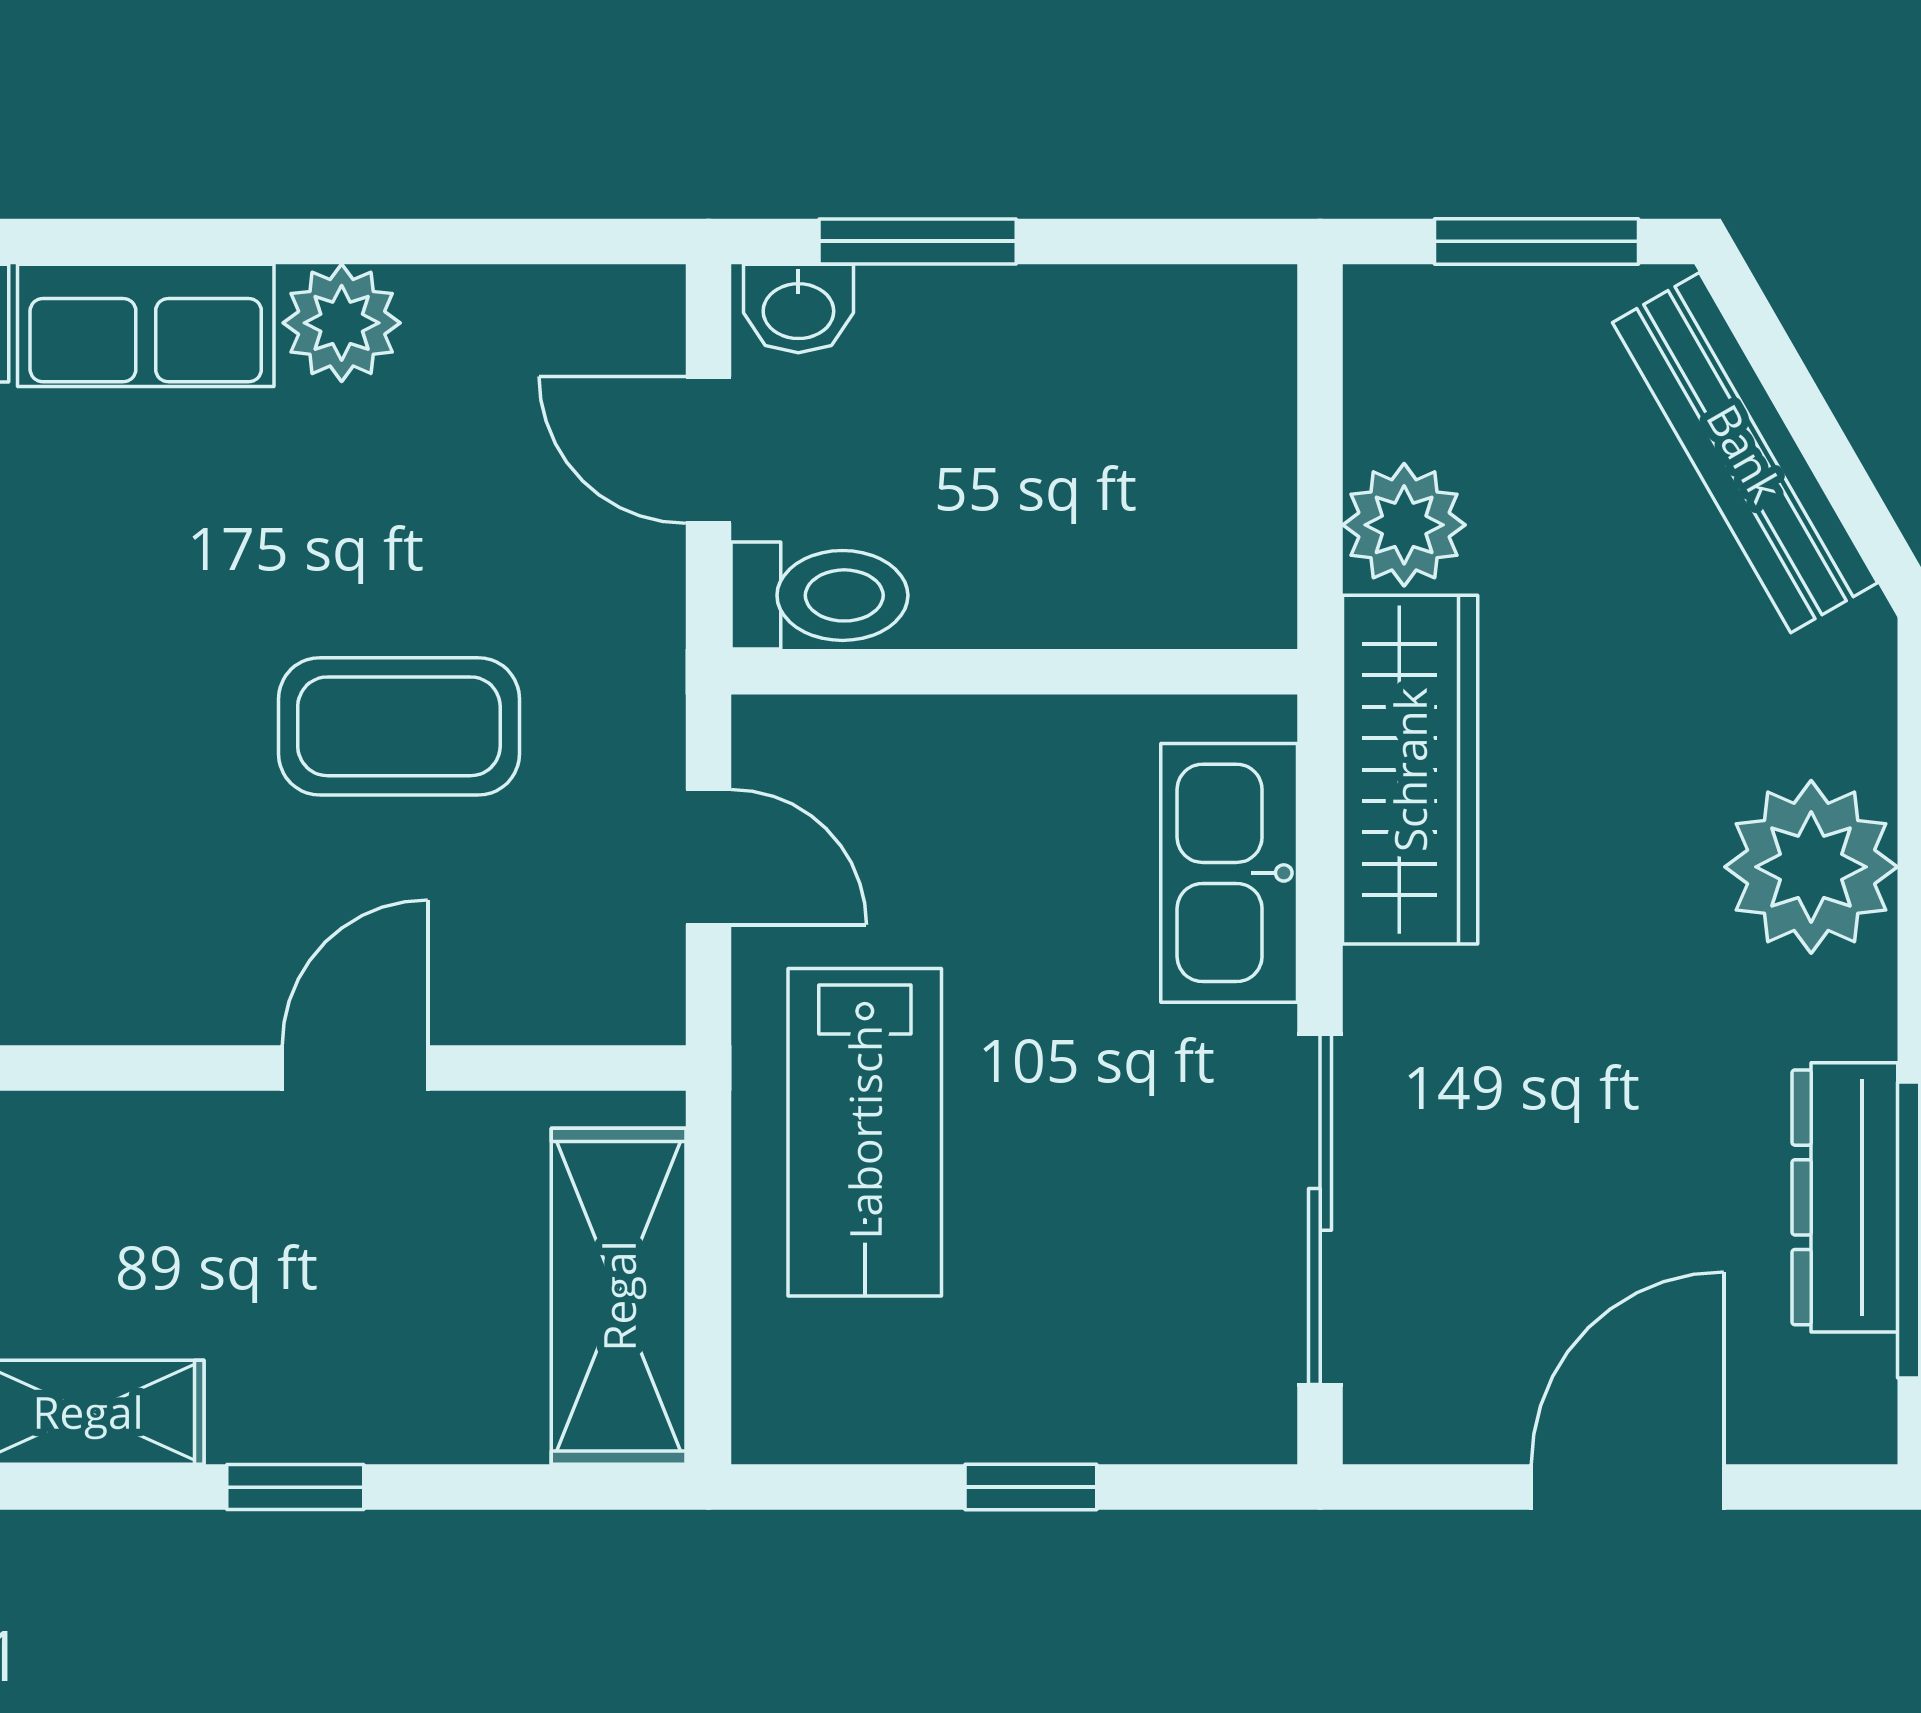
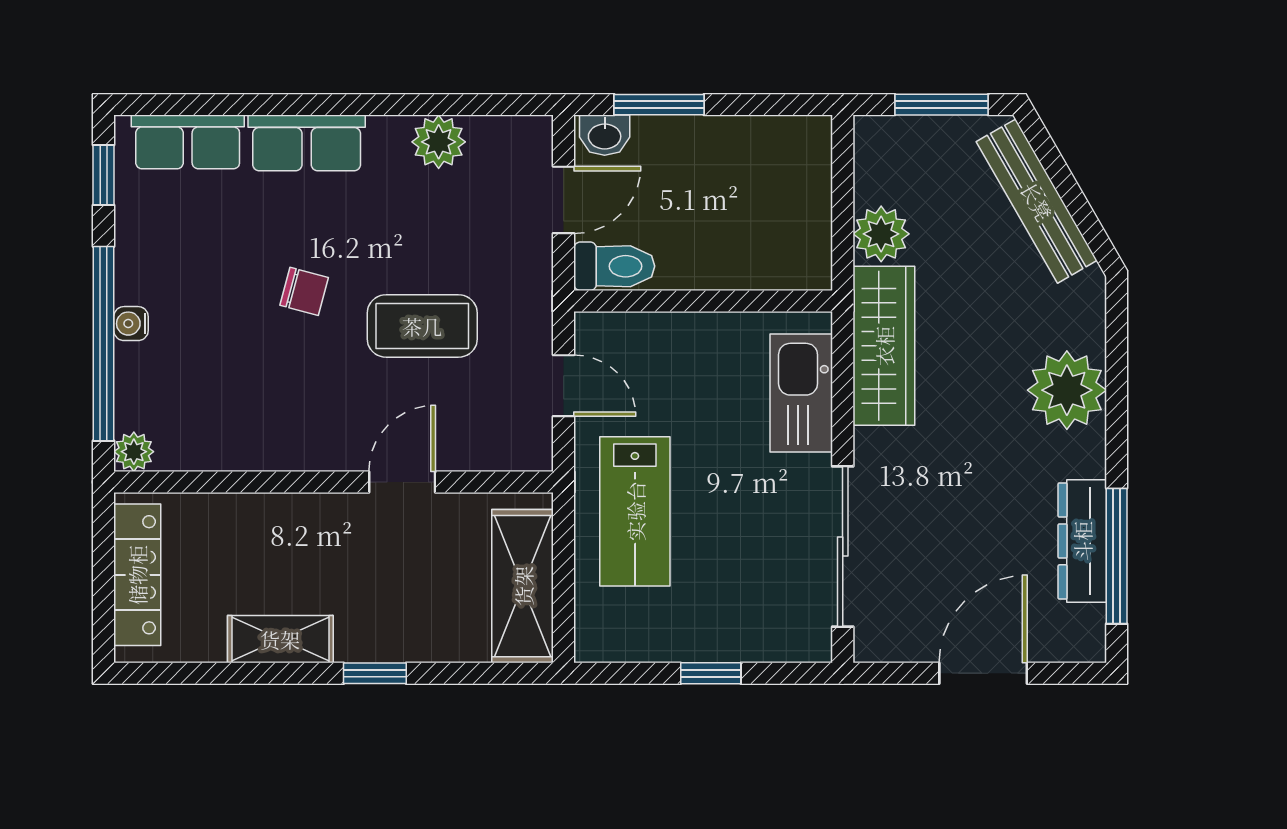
plant: (342, 323) -> (439, 142), moved
door: (709, 450) -> (564, 200), swing flipped
chair: (140, 650) -> (304, 291), added

